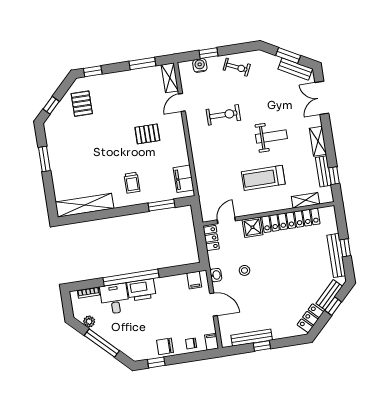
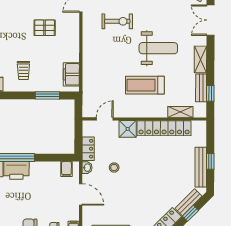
weight bench: (271, 136) -> (158, 48), width x1.36, depth x1.33
locker: (211, 238) -> (88, 149), moved

